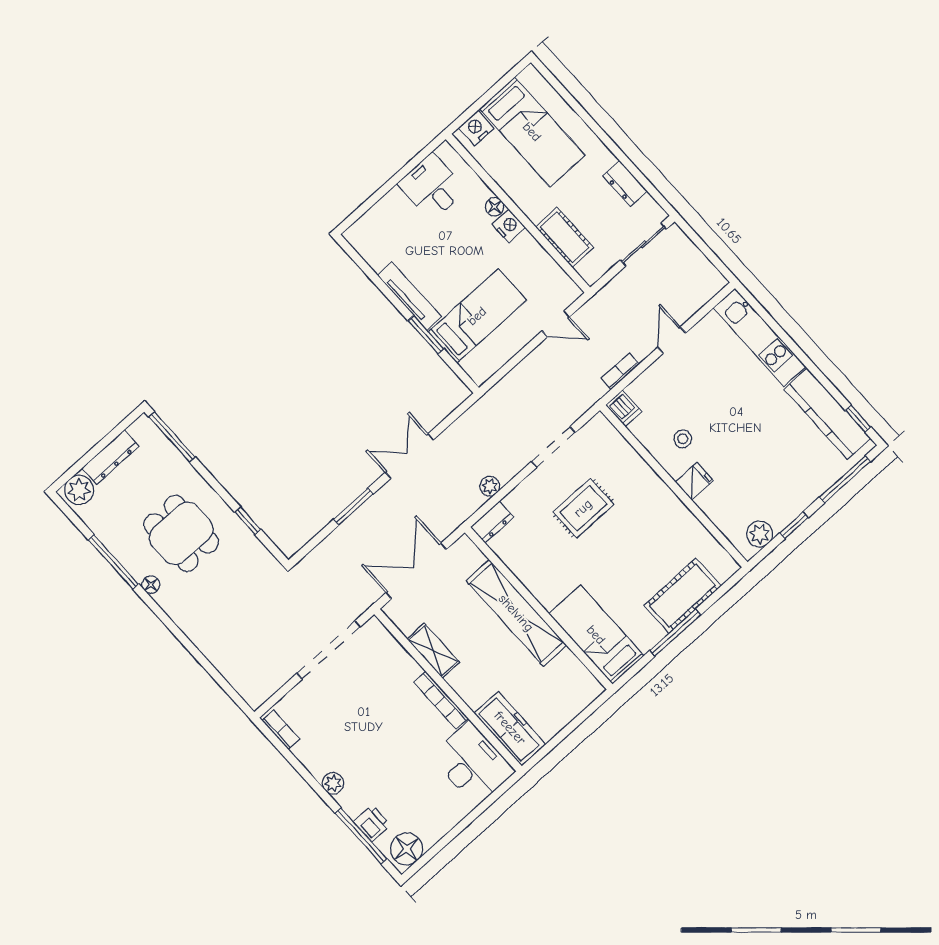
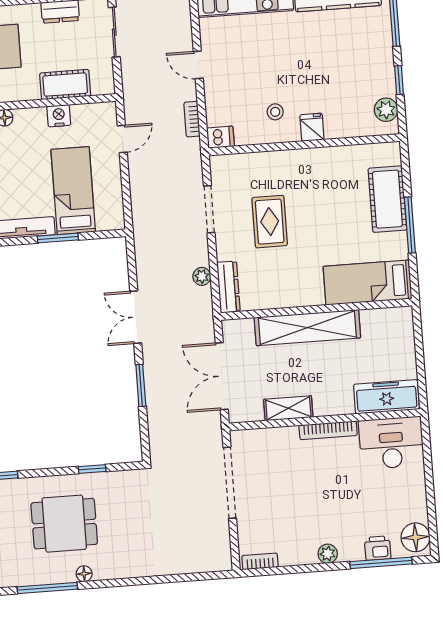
nightstand: (509, 226) -> (59, 116), moved
dresser: (492, 522) -> (228, 287), width x1.44

